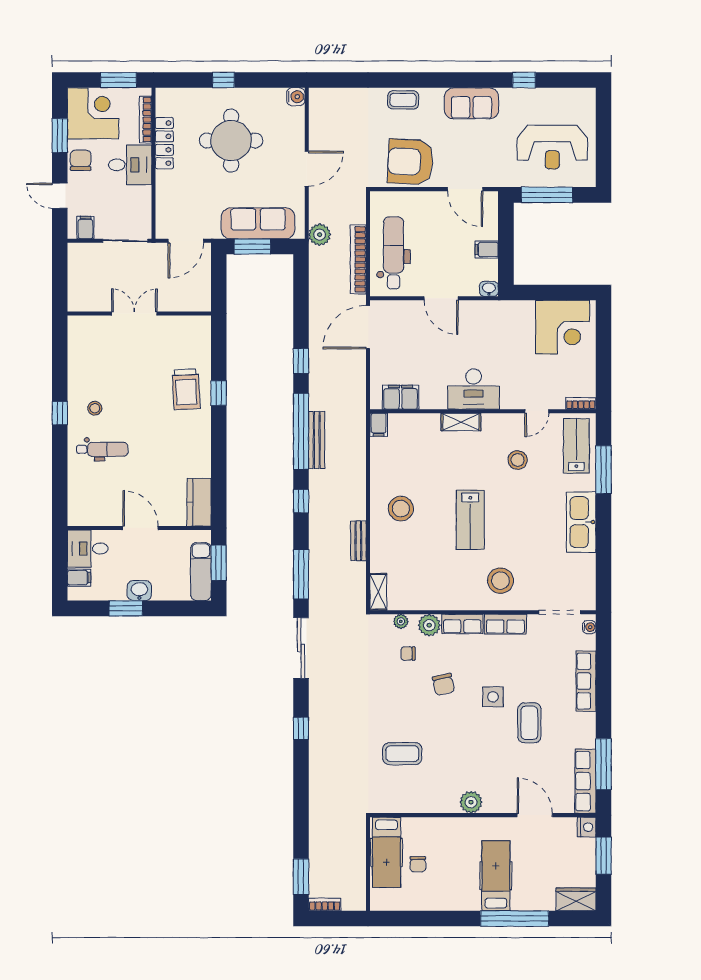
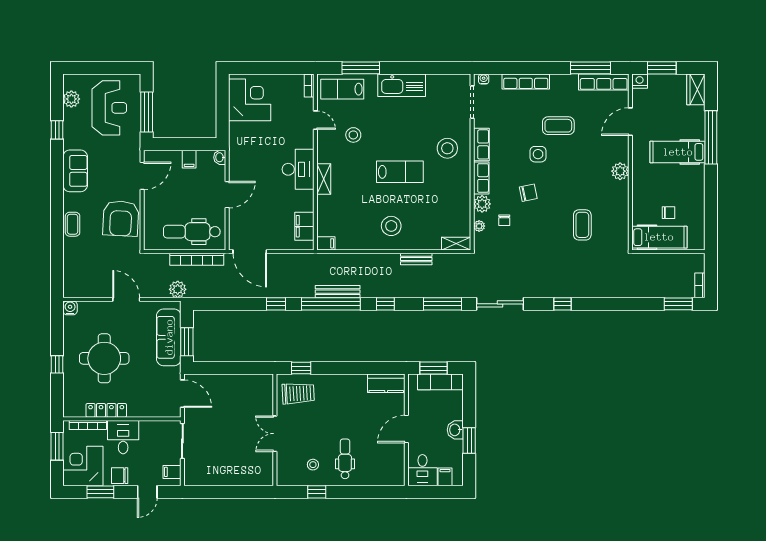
plant: (564, 98) -> (71, 99), added
double door: (134, 314) -> (275, 434), moved
wall: (139, 314) -> (275, 430), moved

